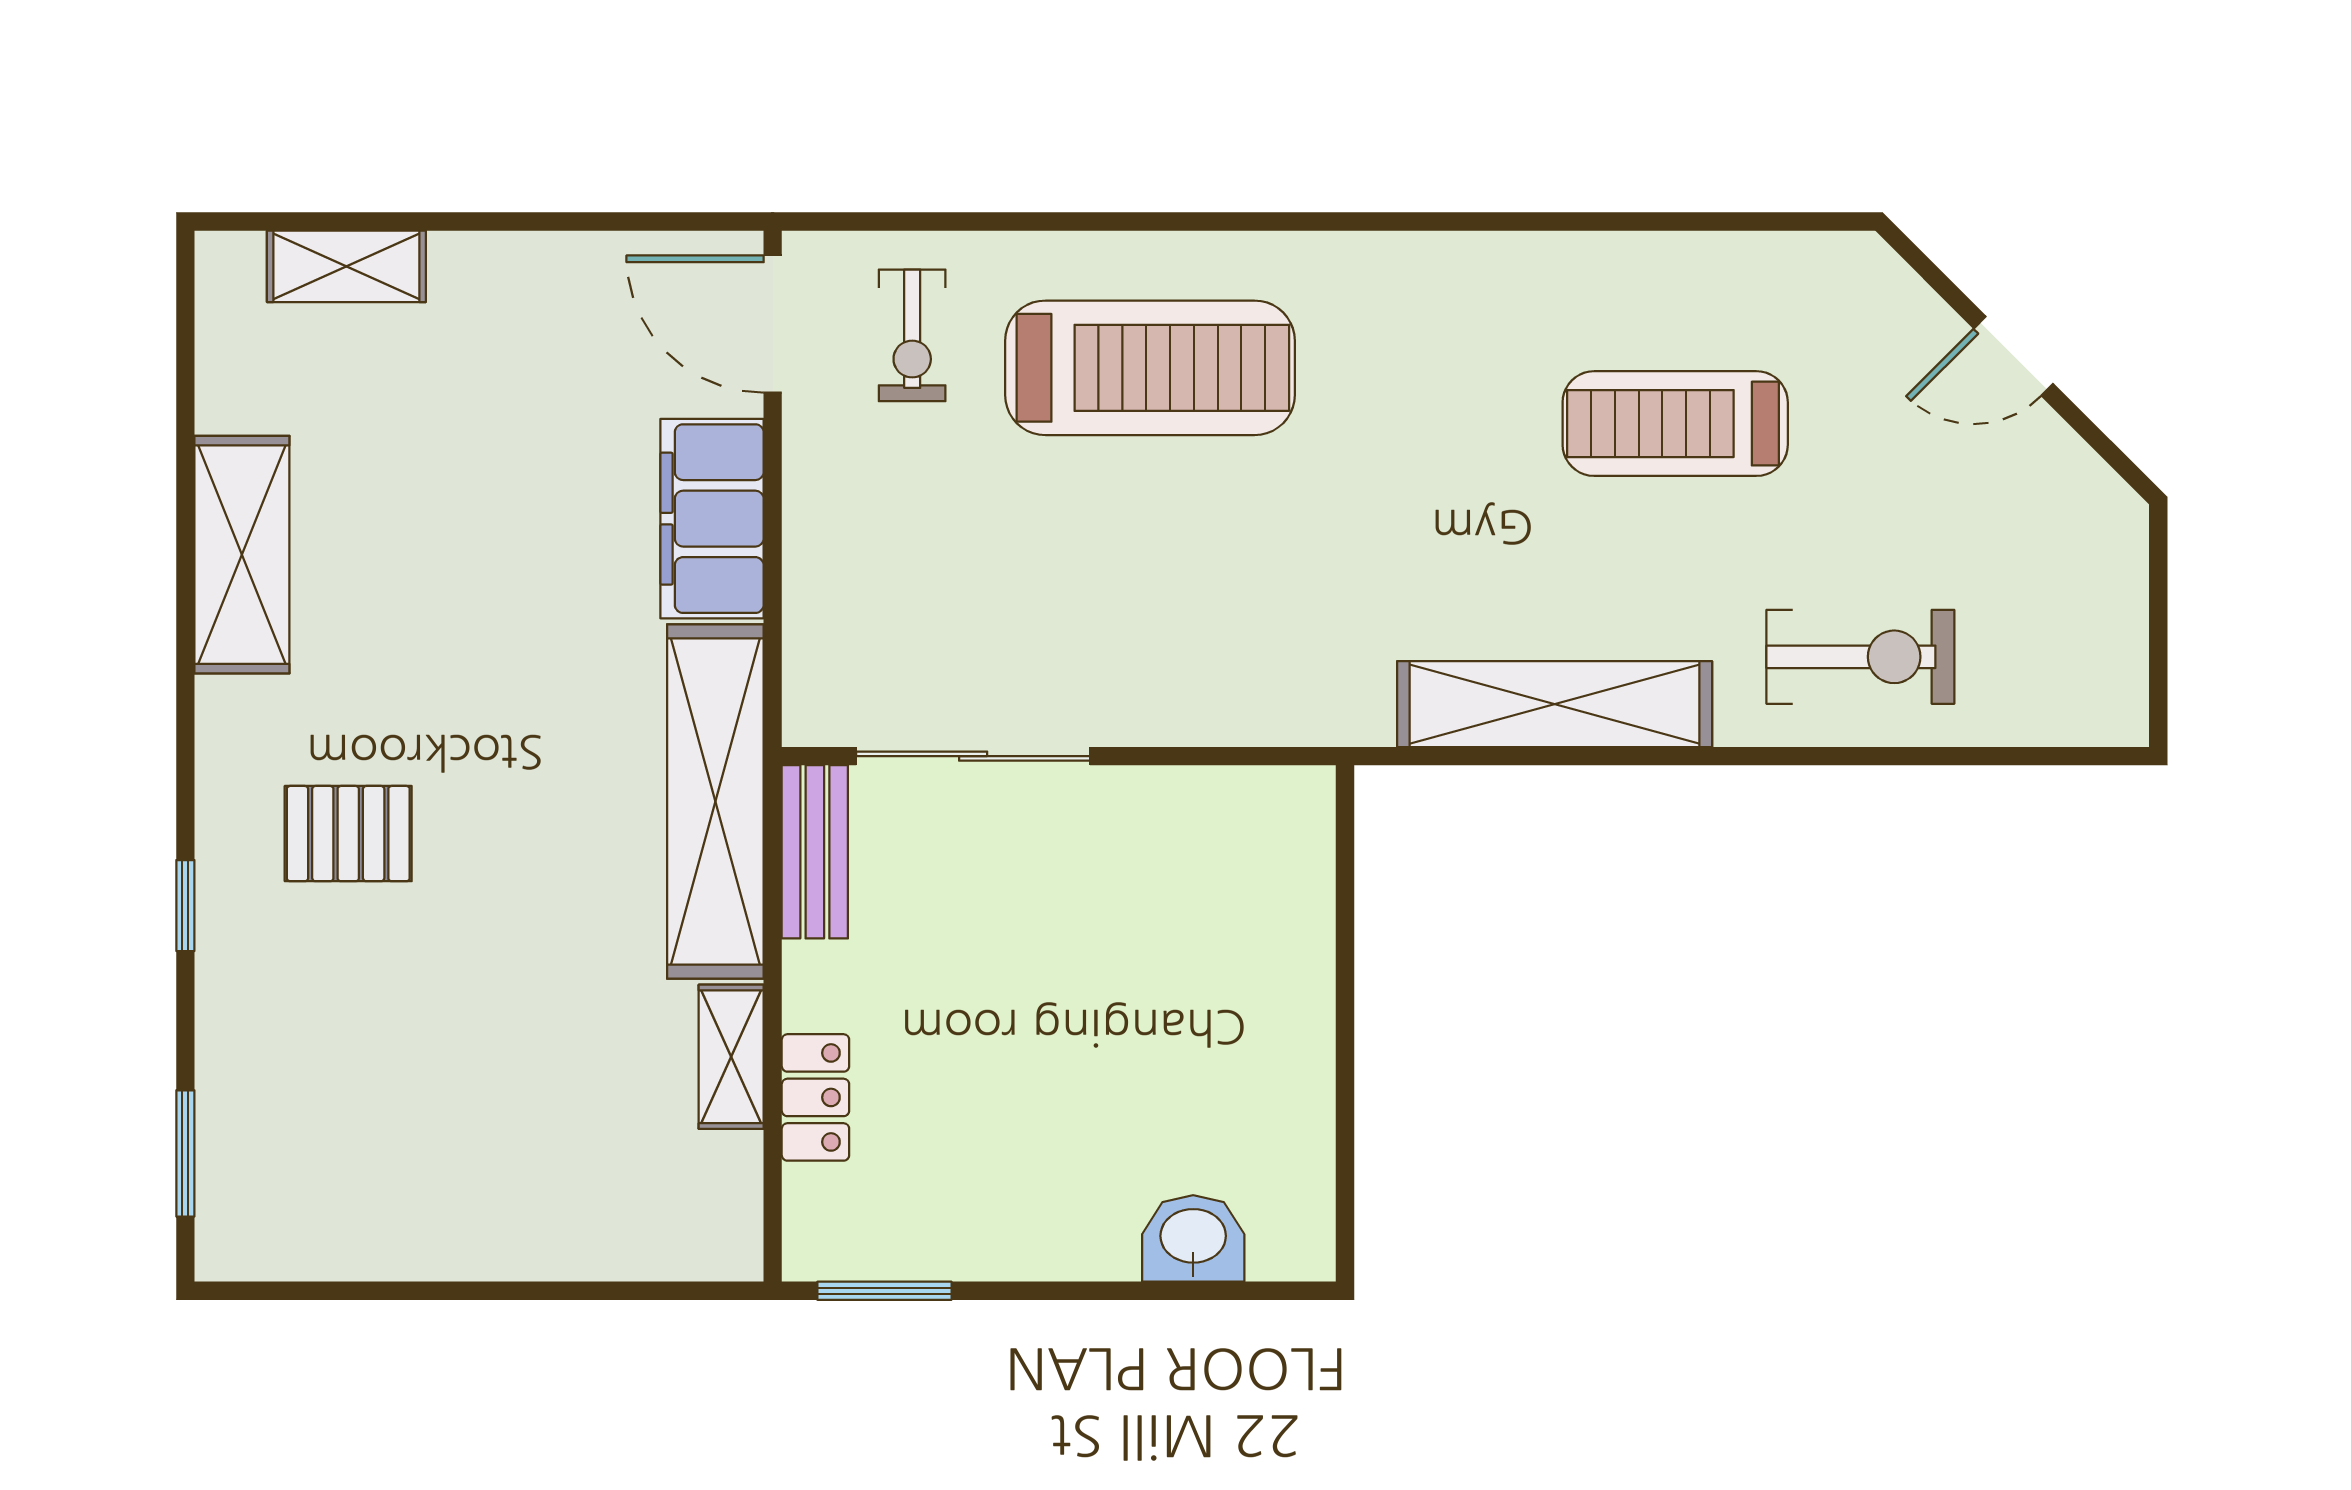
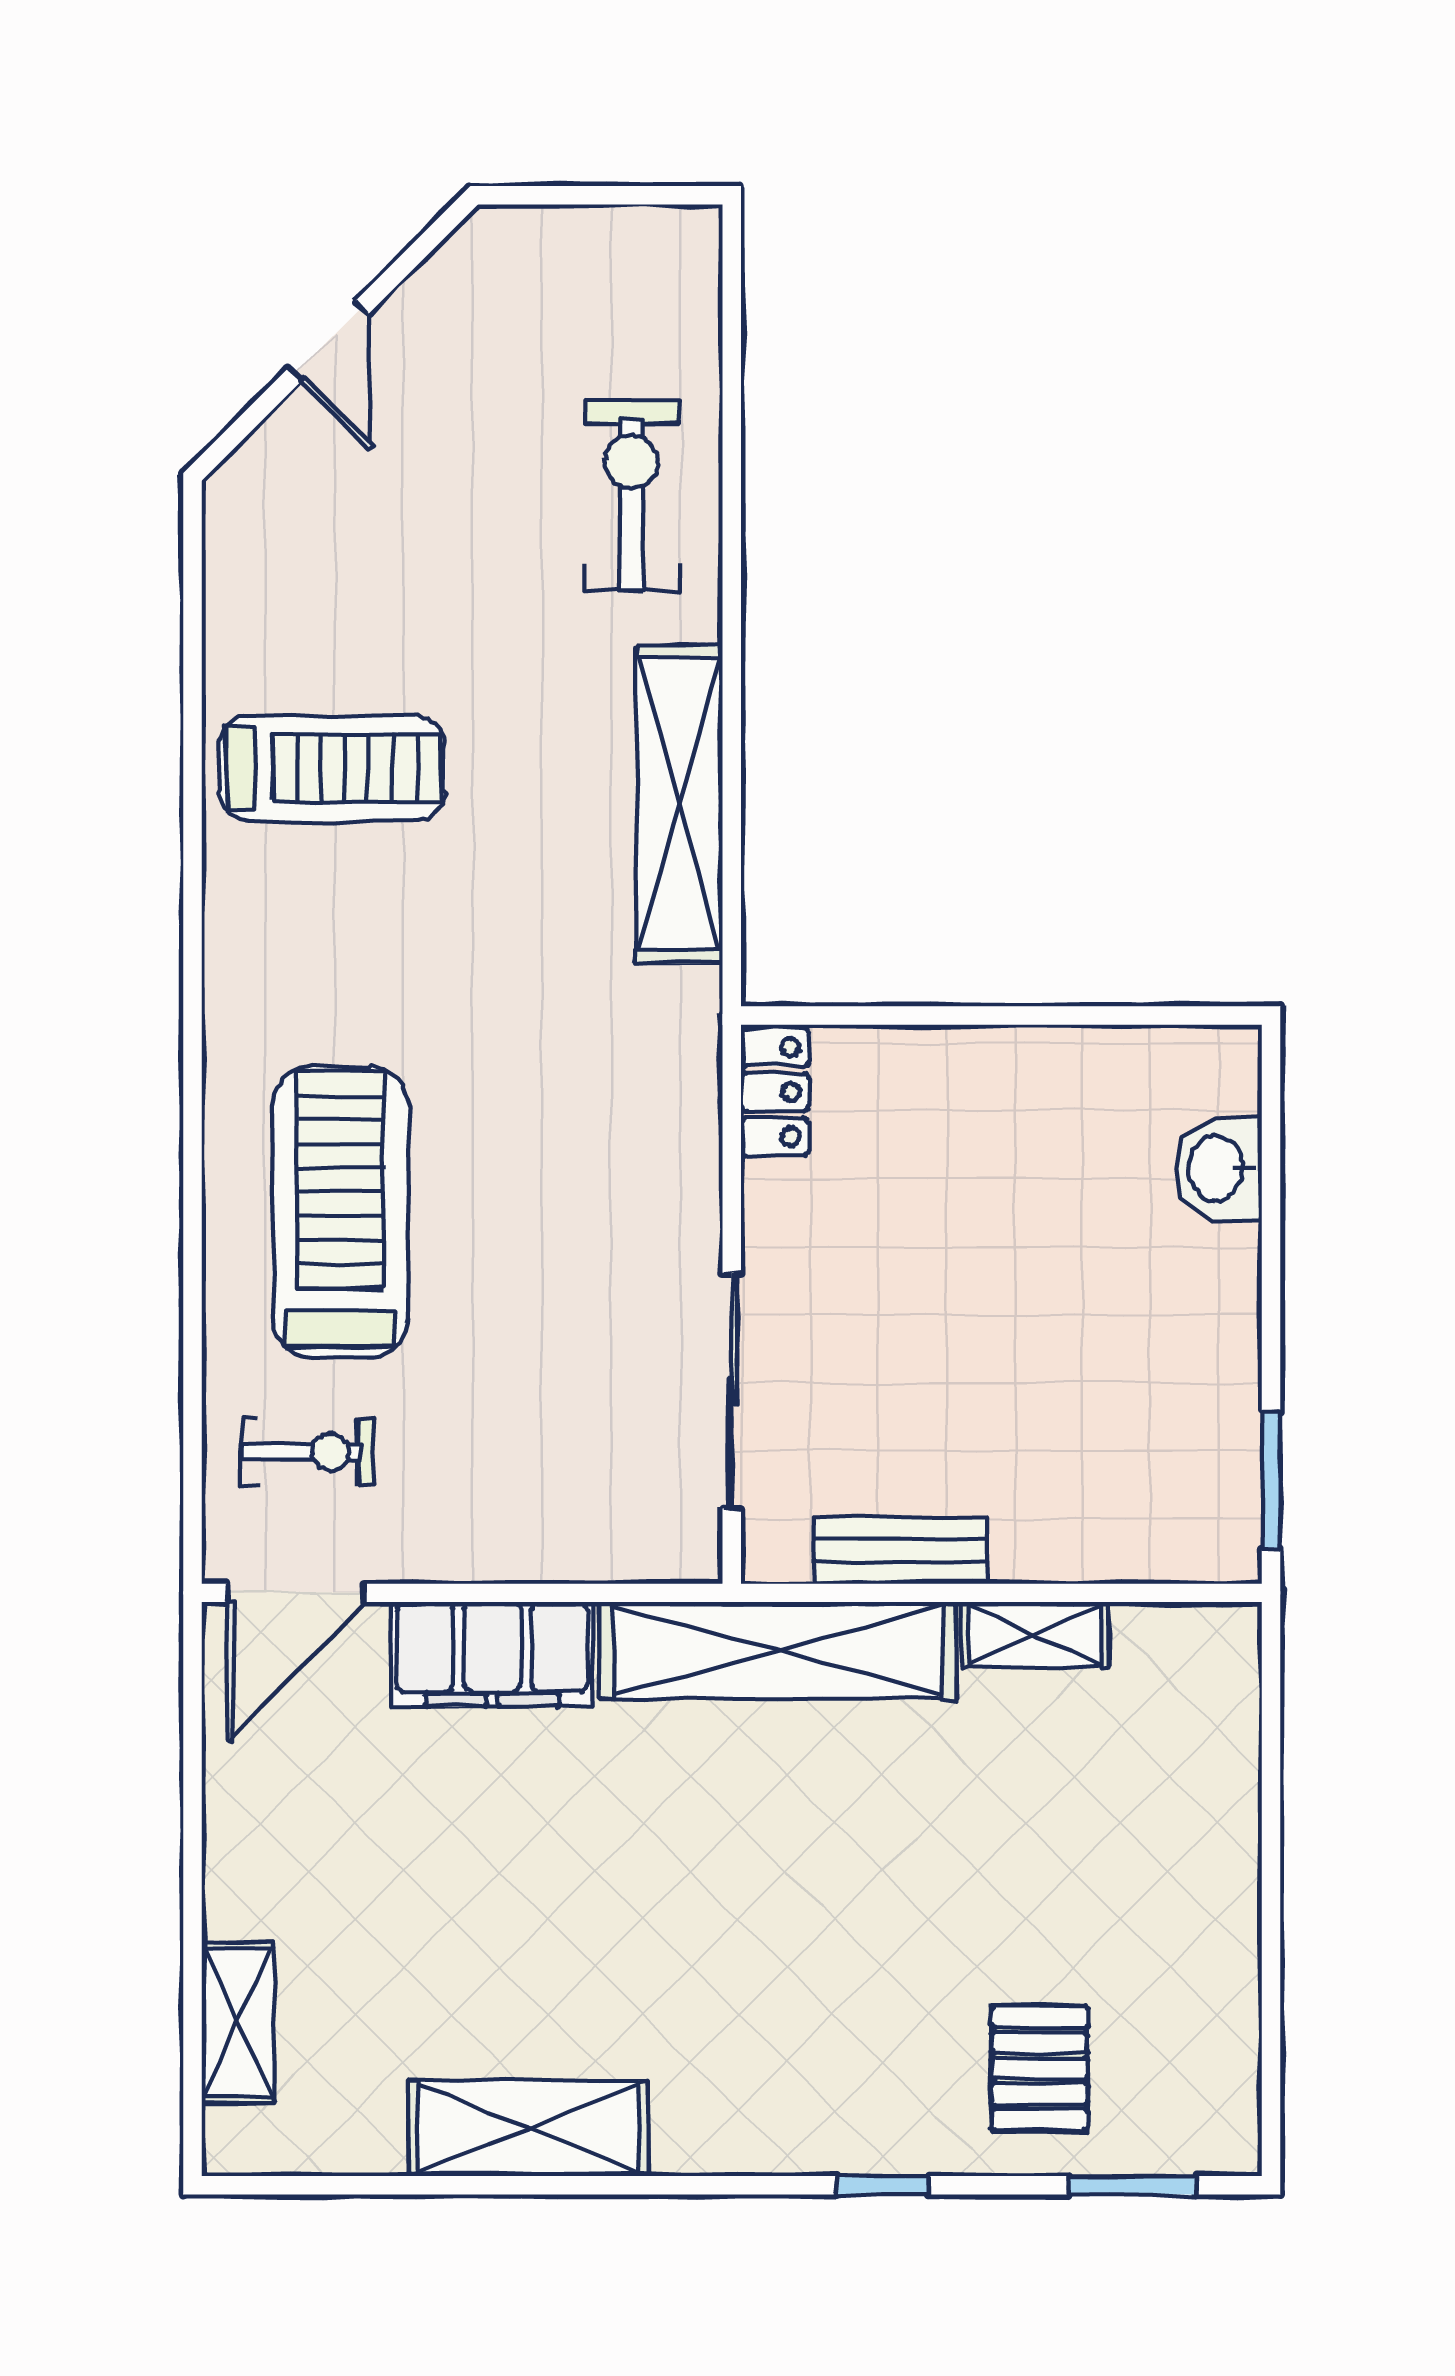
treadmill: (1675, 424) -> (332, 768), moved, turned -90
pallet: (348, 834) -> (1040, 2068), moved
bench: (815, 852) -> (901, 1550), moved
locker: (815, 1097) -> (775, 1092), moved, turned 90

